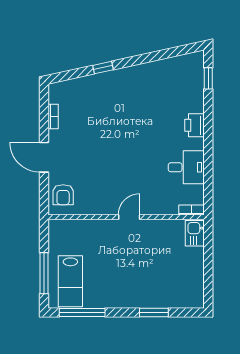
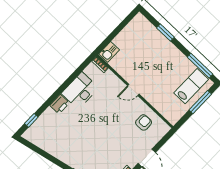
desk: (186, 167) -> (80, 91), width x1.37
armchair: (63, 195) -> (144, 122), moved

